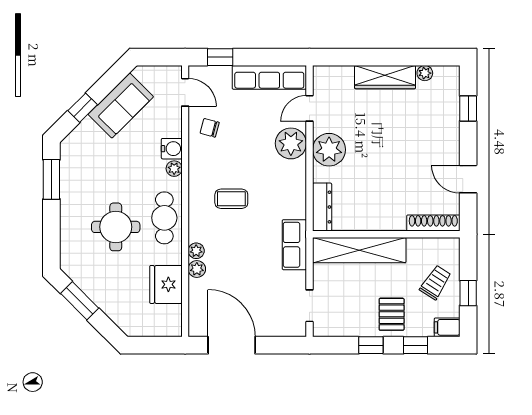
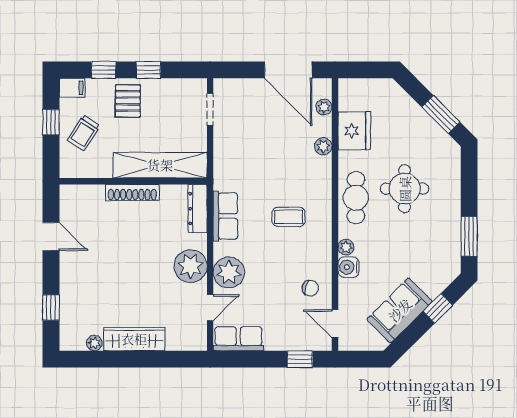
row of seats: (269, 77) -> (238, 339), width x0.68
shoe rack: (433, 223) -> (132, 193), moved
row of seats: (294, 245) -> (225, 216), moved
plant: (196, 251) -> (324, 107), moved

